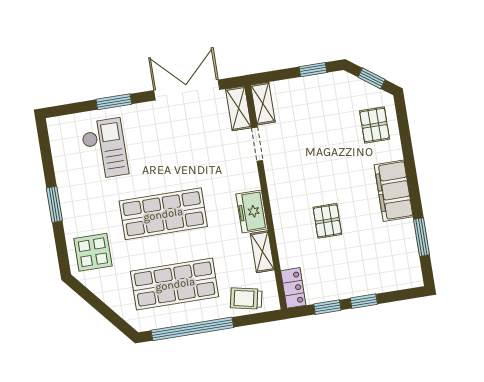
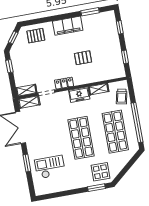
window: (54, 204) -> (96, 188), moved
locker: (293, 288) -> (64, 83), moved
window: (364, 301) -> (120, 27), moved

